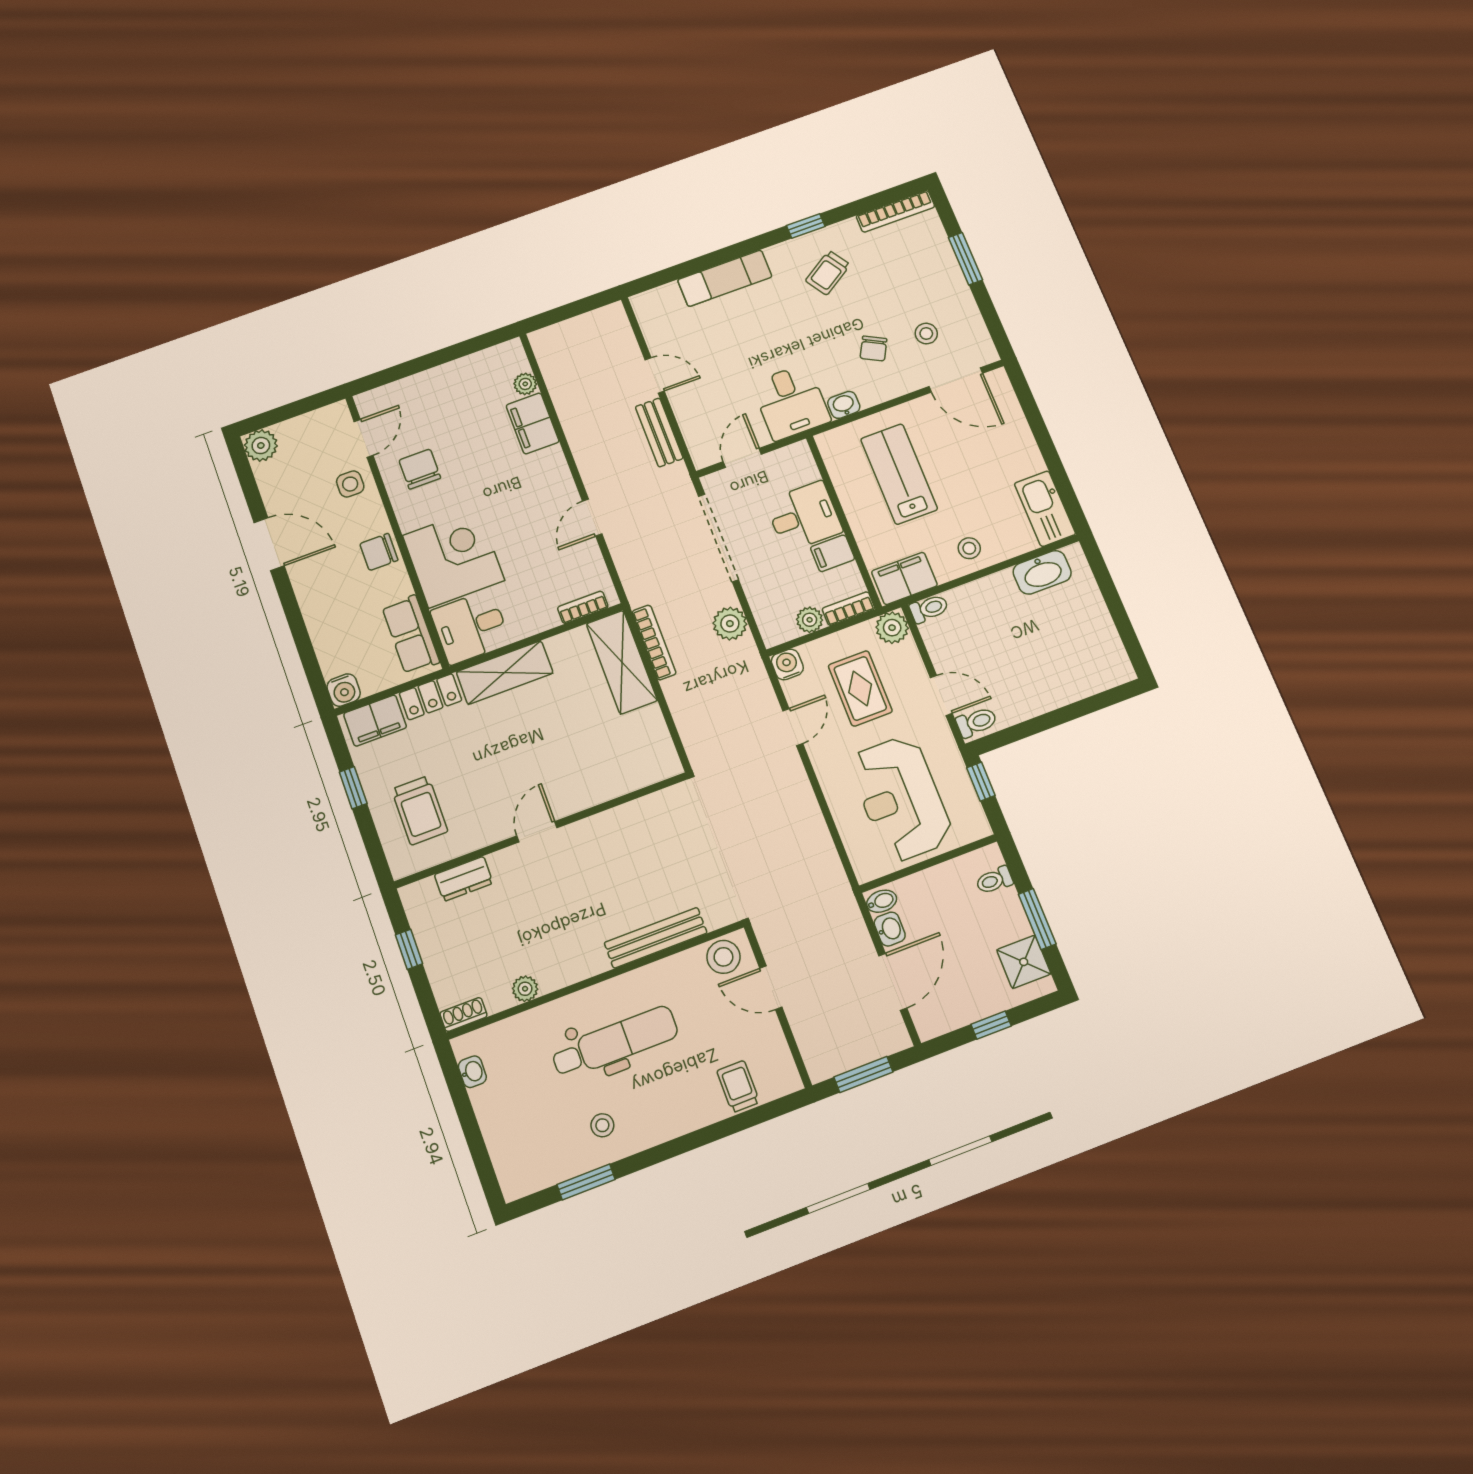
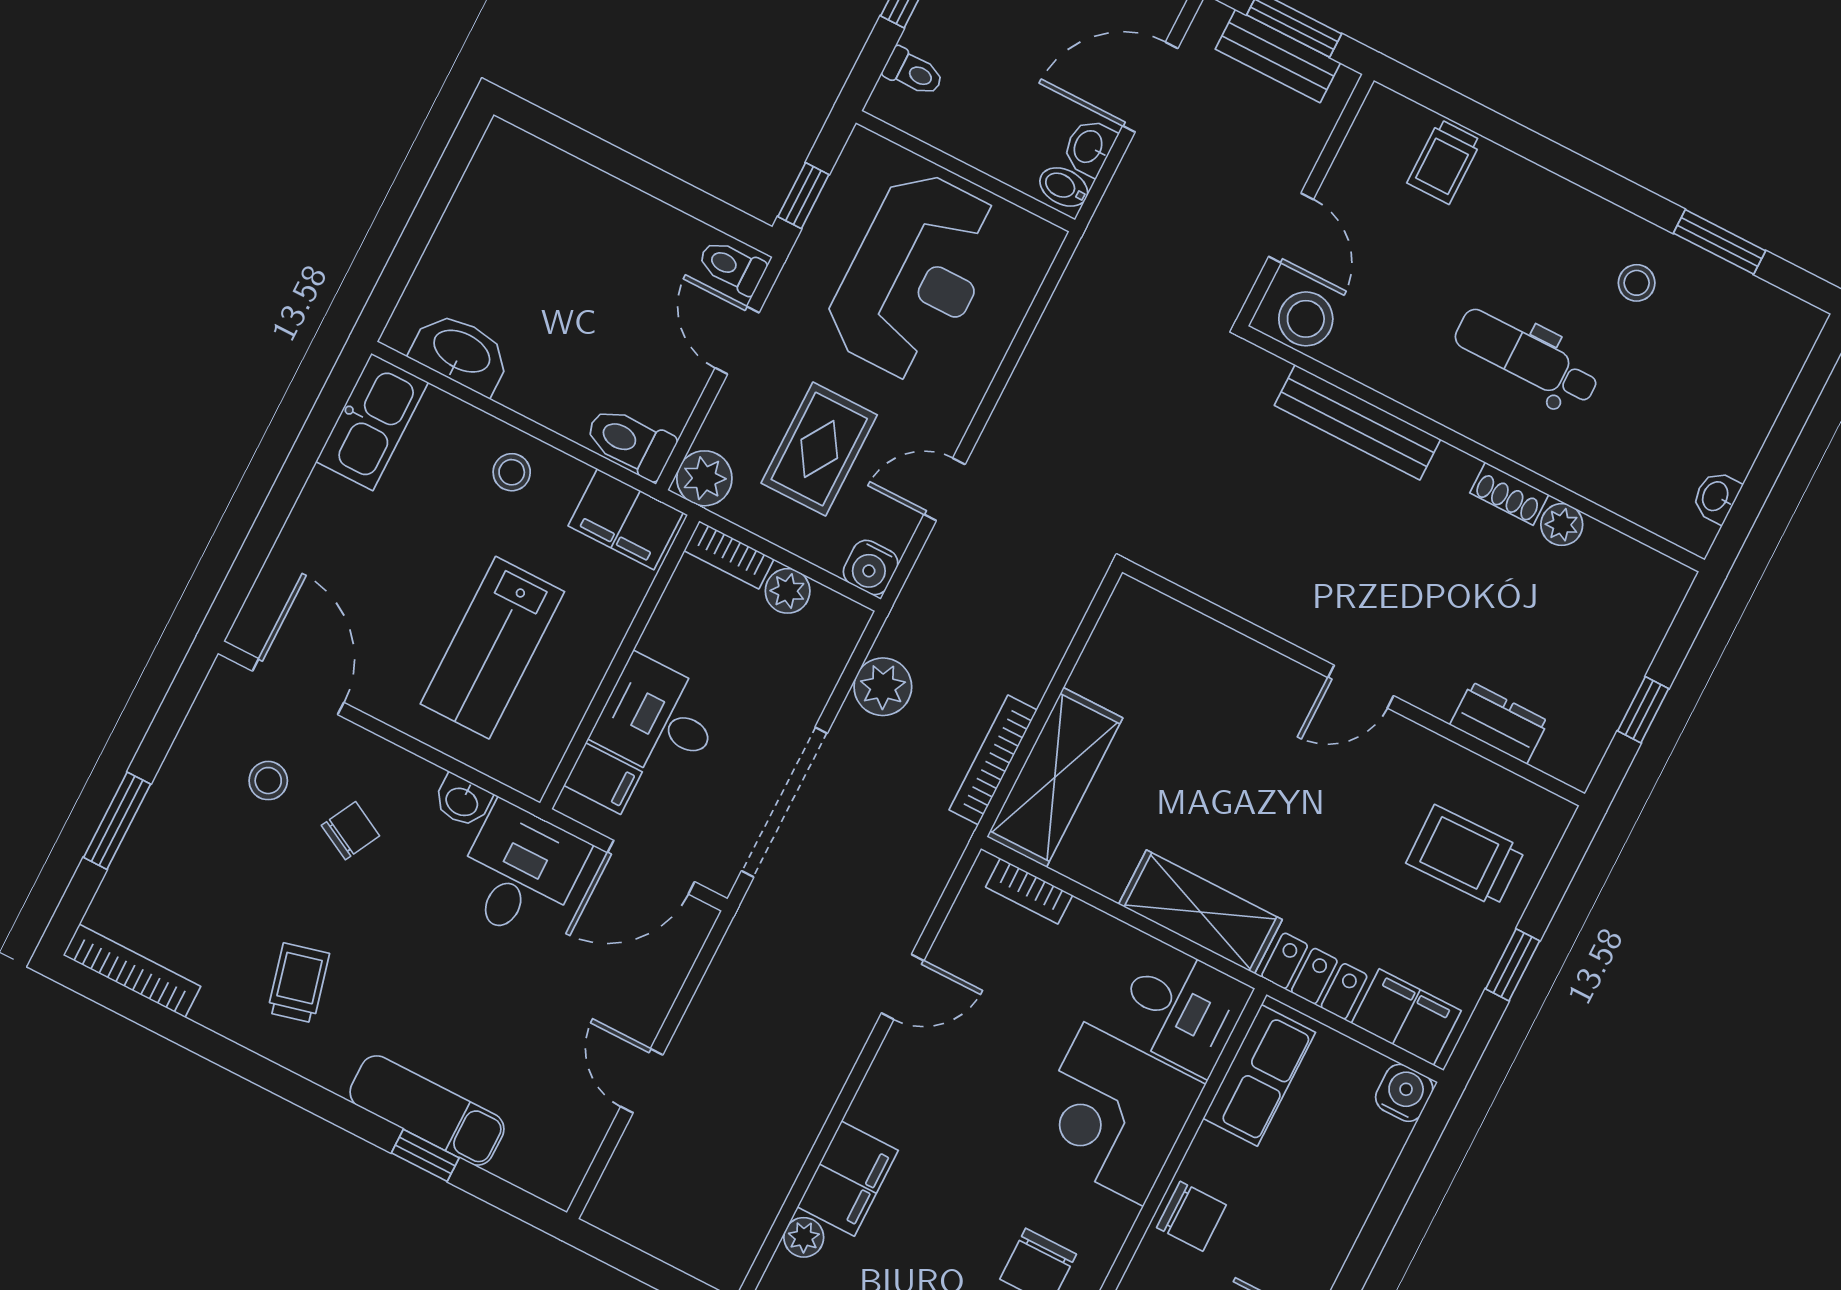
window: (806, 226) -> (425, 1155), moved
trolley: (828, 273) -> (298, 983), turned -71
bench: (659, 432) -> (1278, 56), moved, turned 90
door: (742, 458) -> (651, 867), width x1.38
filing cabinet: (833, 553) -> (603, 779), moved
toilet: (929, 609) -> (630, 442), width x1.37, depth x1.39
trolley: (420, 810) -> (1466, 856), turned -91
shoe rack: (463, 1014) -> (1509, 494), moved
dental chair: (615, 1042) -> (1527, 357), width x0.73, depth x0.72

